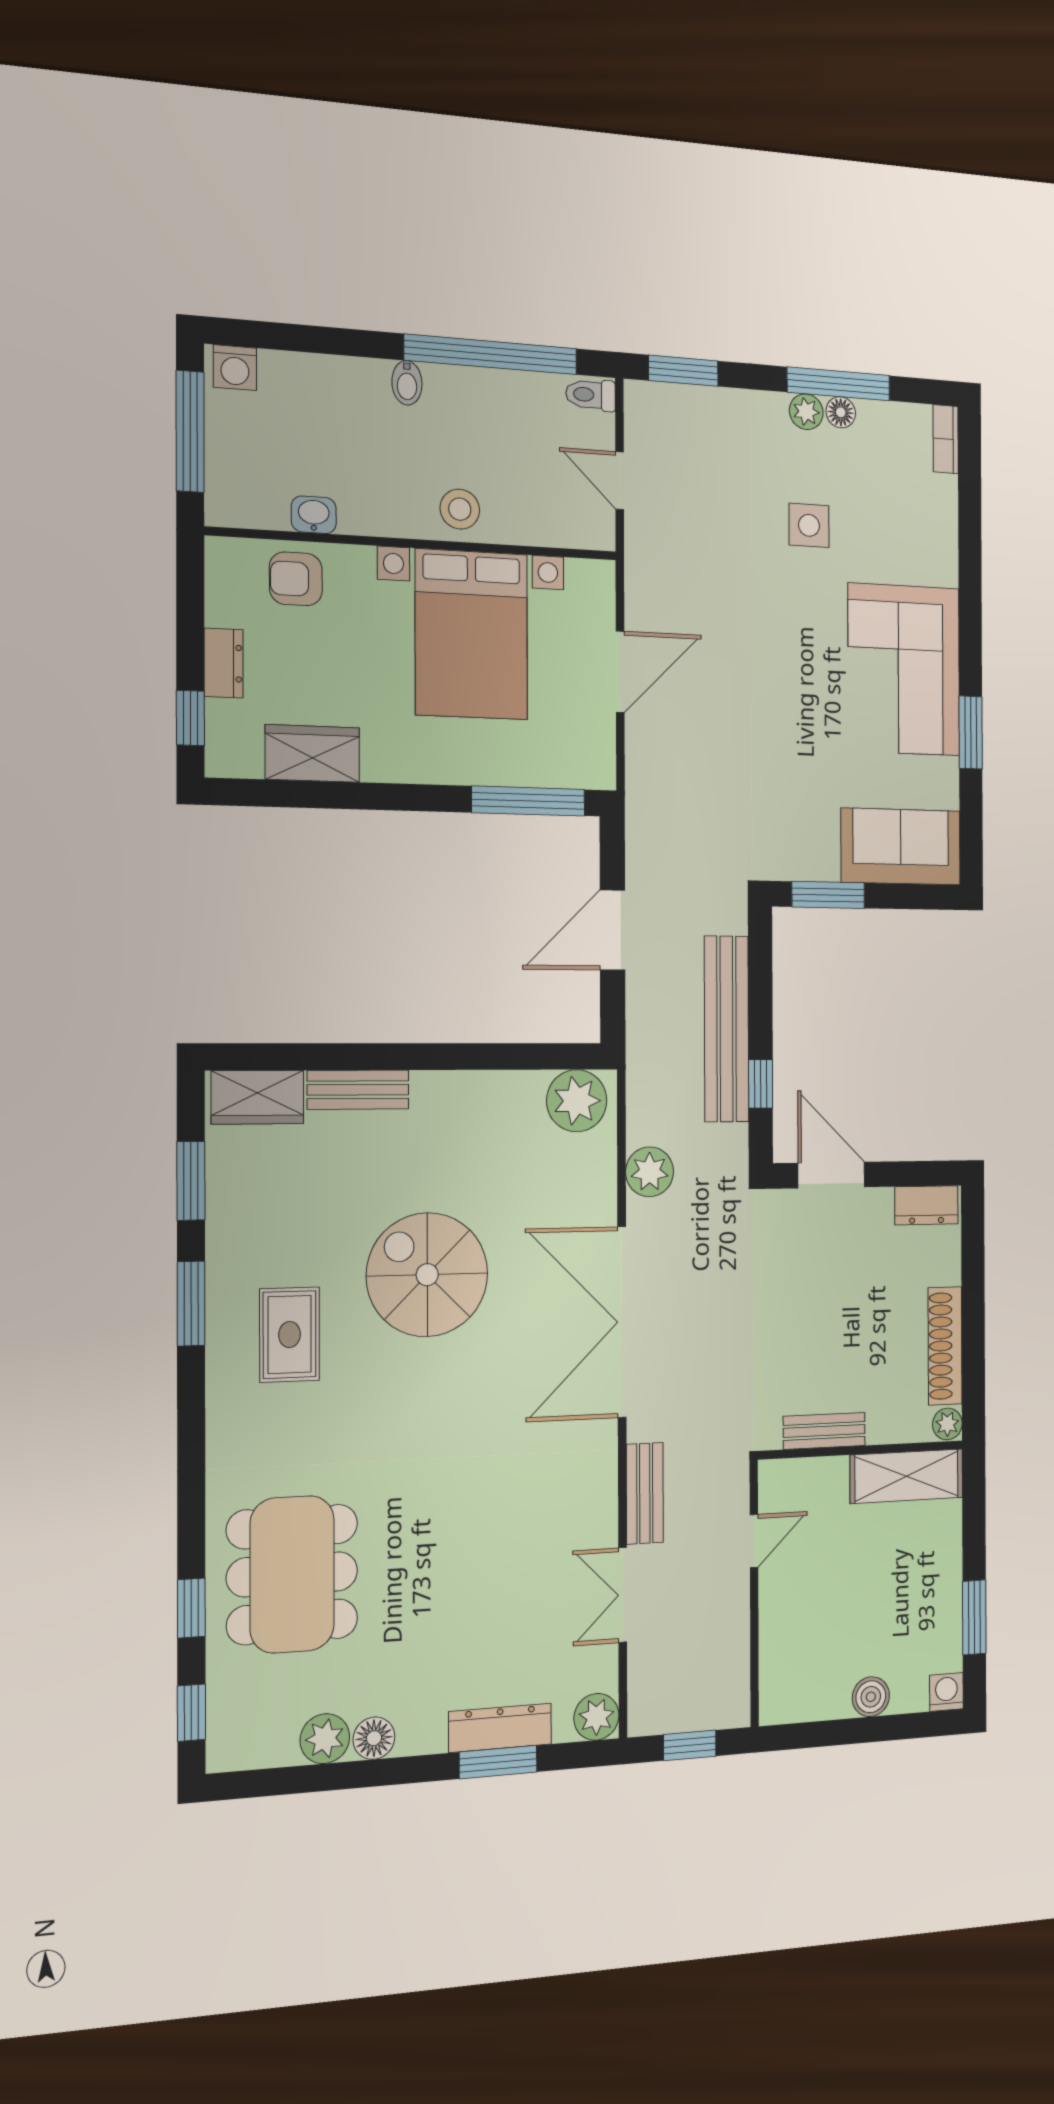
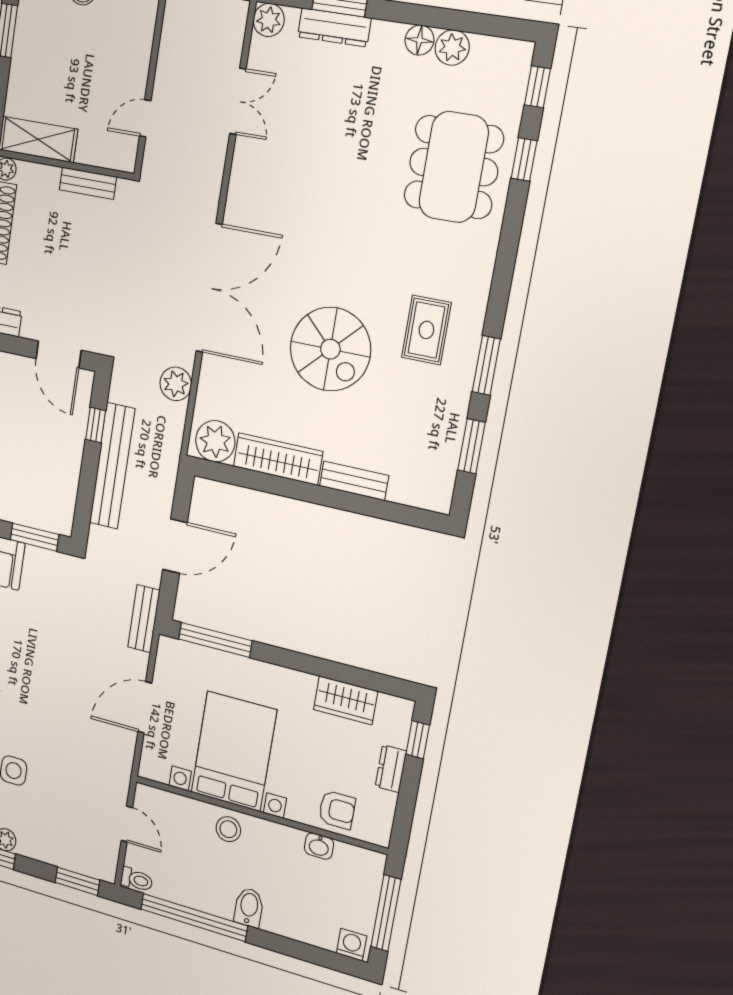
bidet: (407, 383) -> (249, 907), width x1.38, depth x1.36
wardrobe: (258, 1097) -> (278, 459), moved, width x1.50
bench: (645, 1493) -> (144, 619), moved

